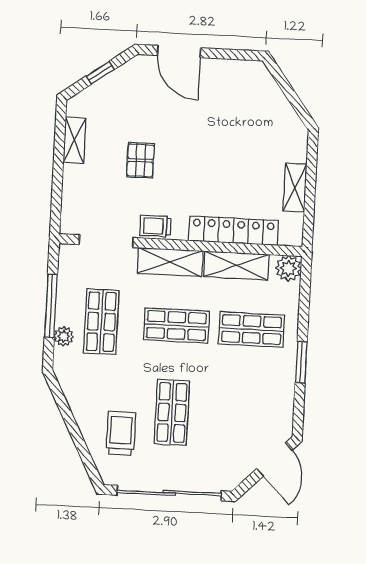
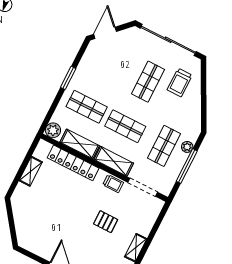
pallet: (141, 160) -> (106, 222), turned 90

